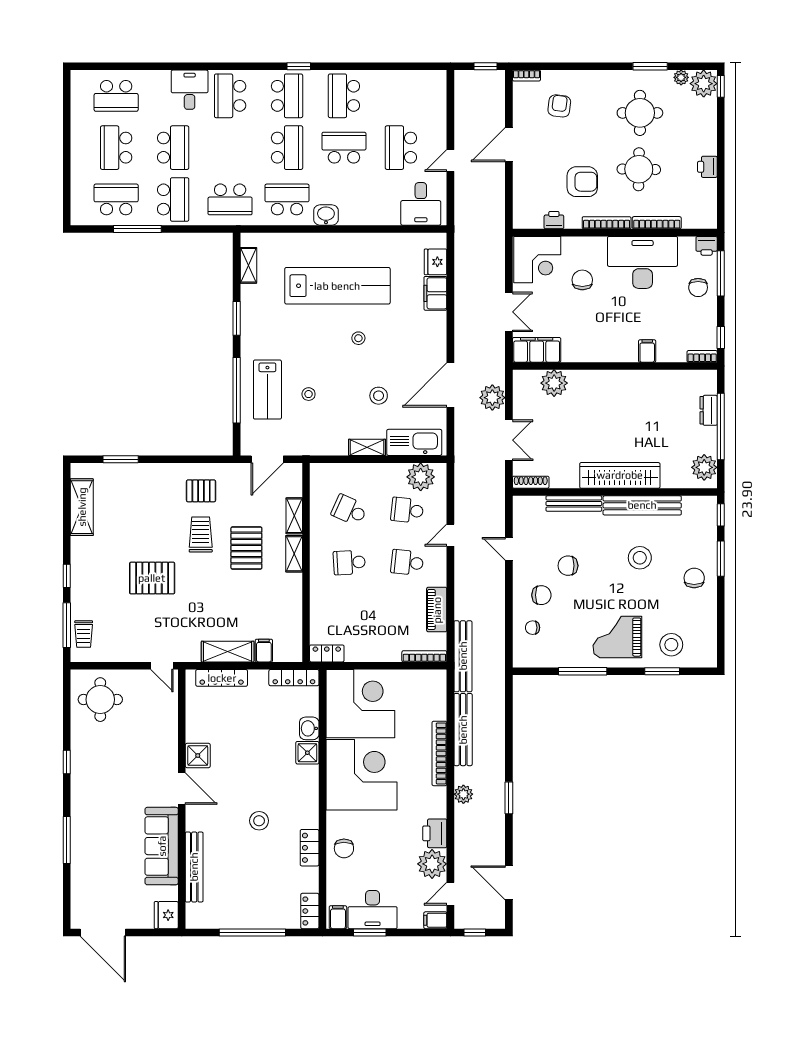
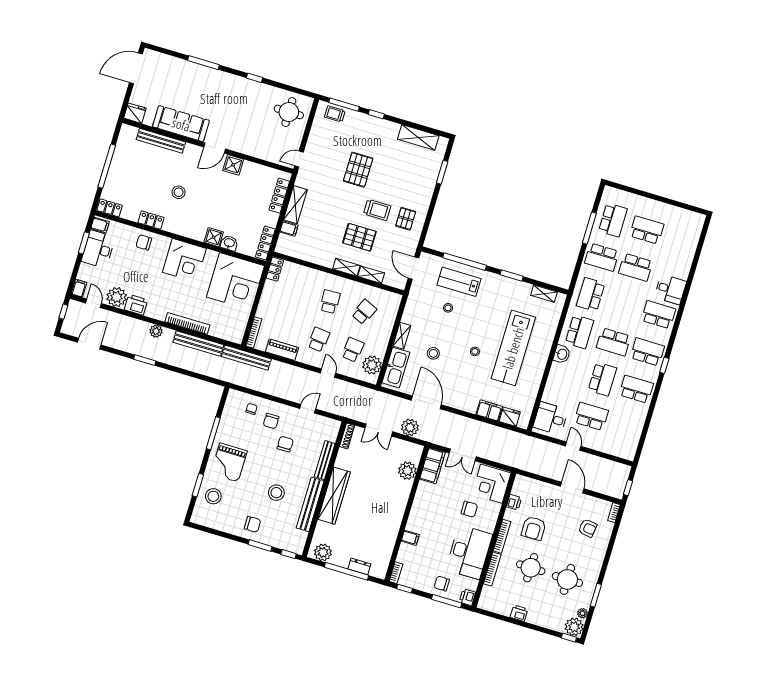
school desk: (116, 96) -> (681, 240), removed
school desk: (287, 96) -> (647, 352), turned 180
grand piano: (617, 637) -> (229, 463), turned 180
corner desk: (362, 775) -> (184, 260), width x0.74, depth x0.74

